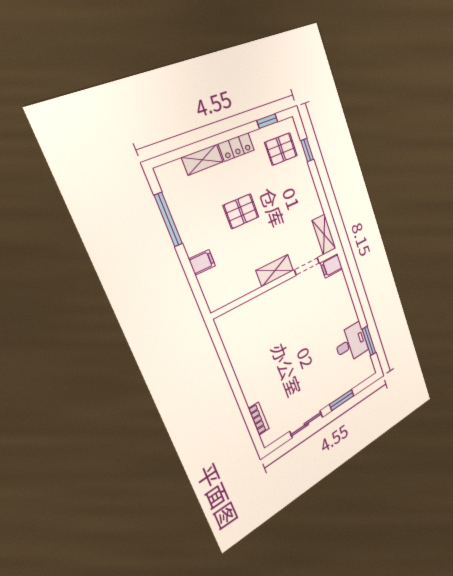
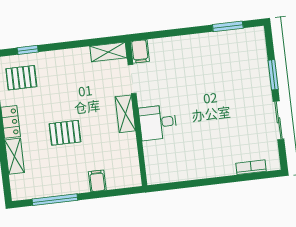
pallet: (281, 149) -> (21, 78), turned 90
pallet: (241, 211) -> (65, 133), turned 90
desk: (351, 343) -> (158, 123), moved, turned -90

